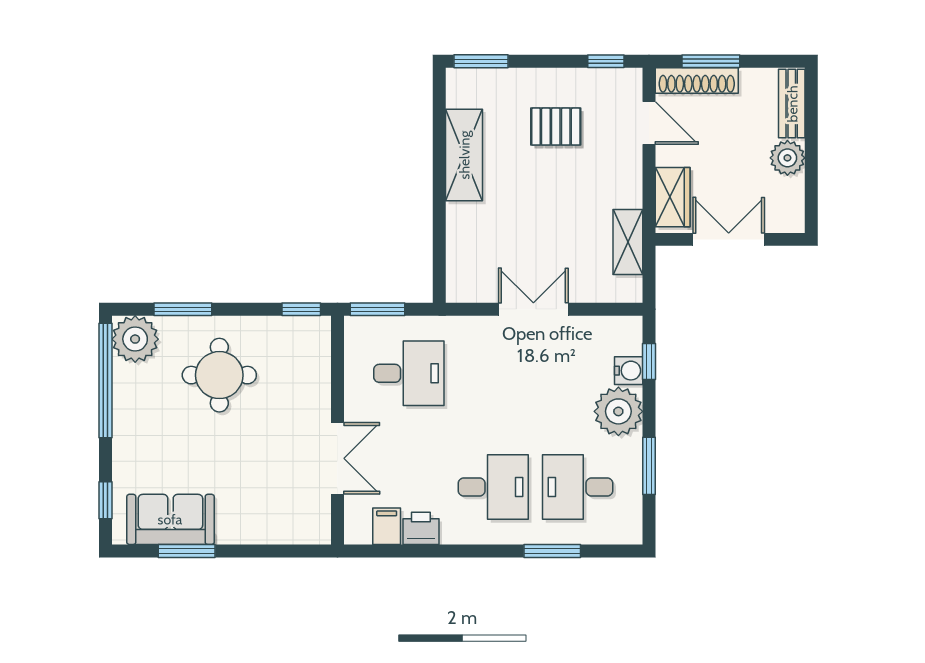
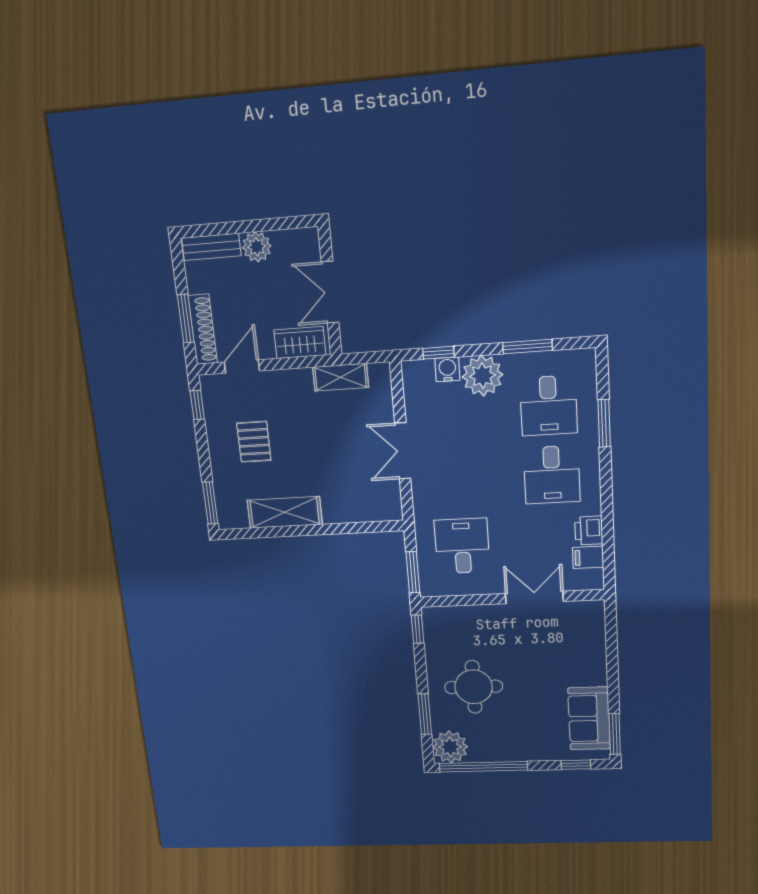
desk: (493, 487) -> (552, 475), turned 180
window: (187, 551) -> (615, 734), moved

